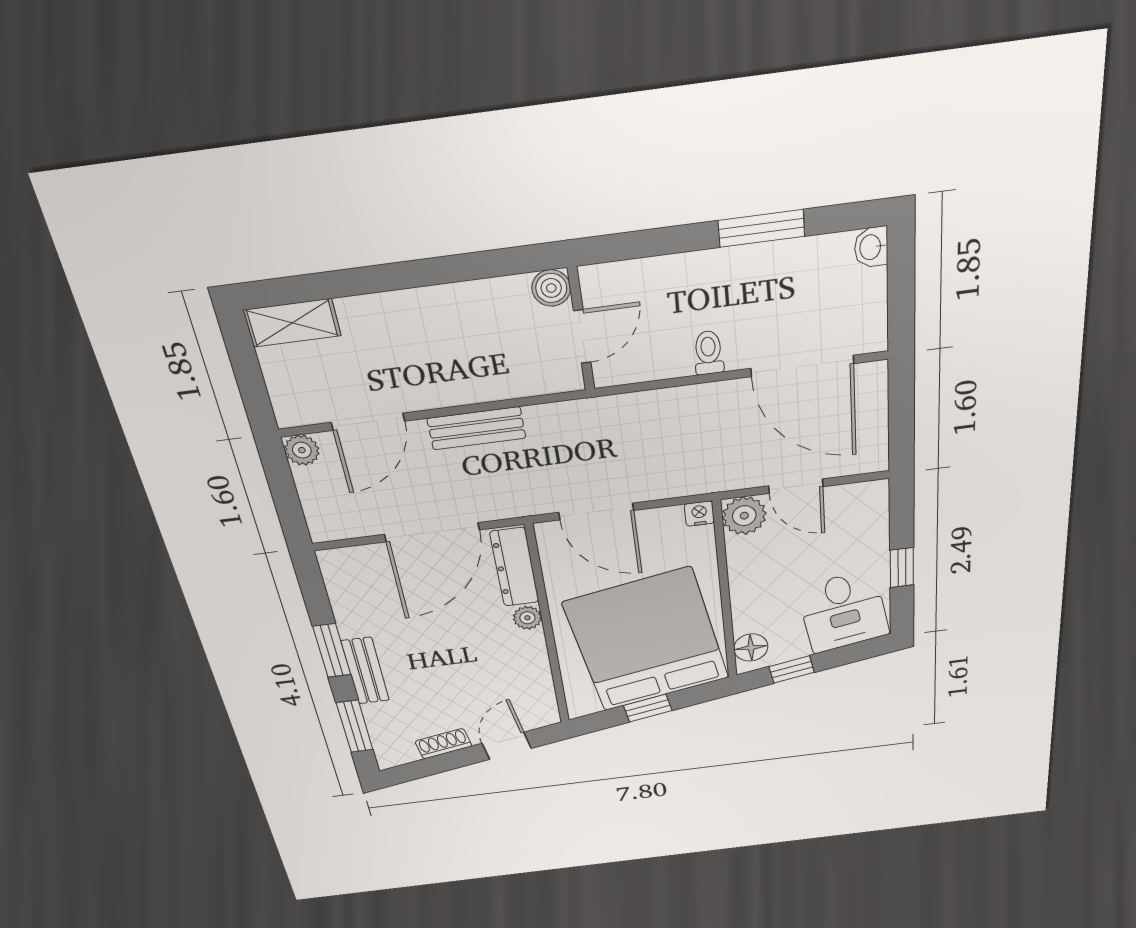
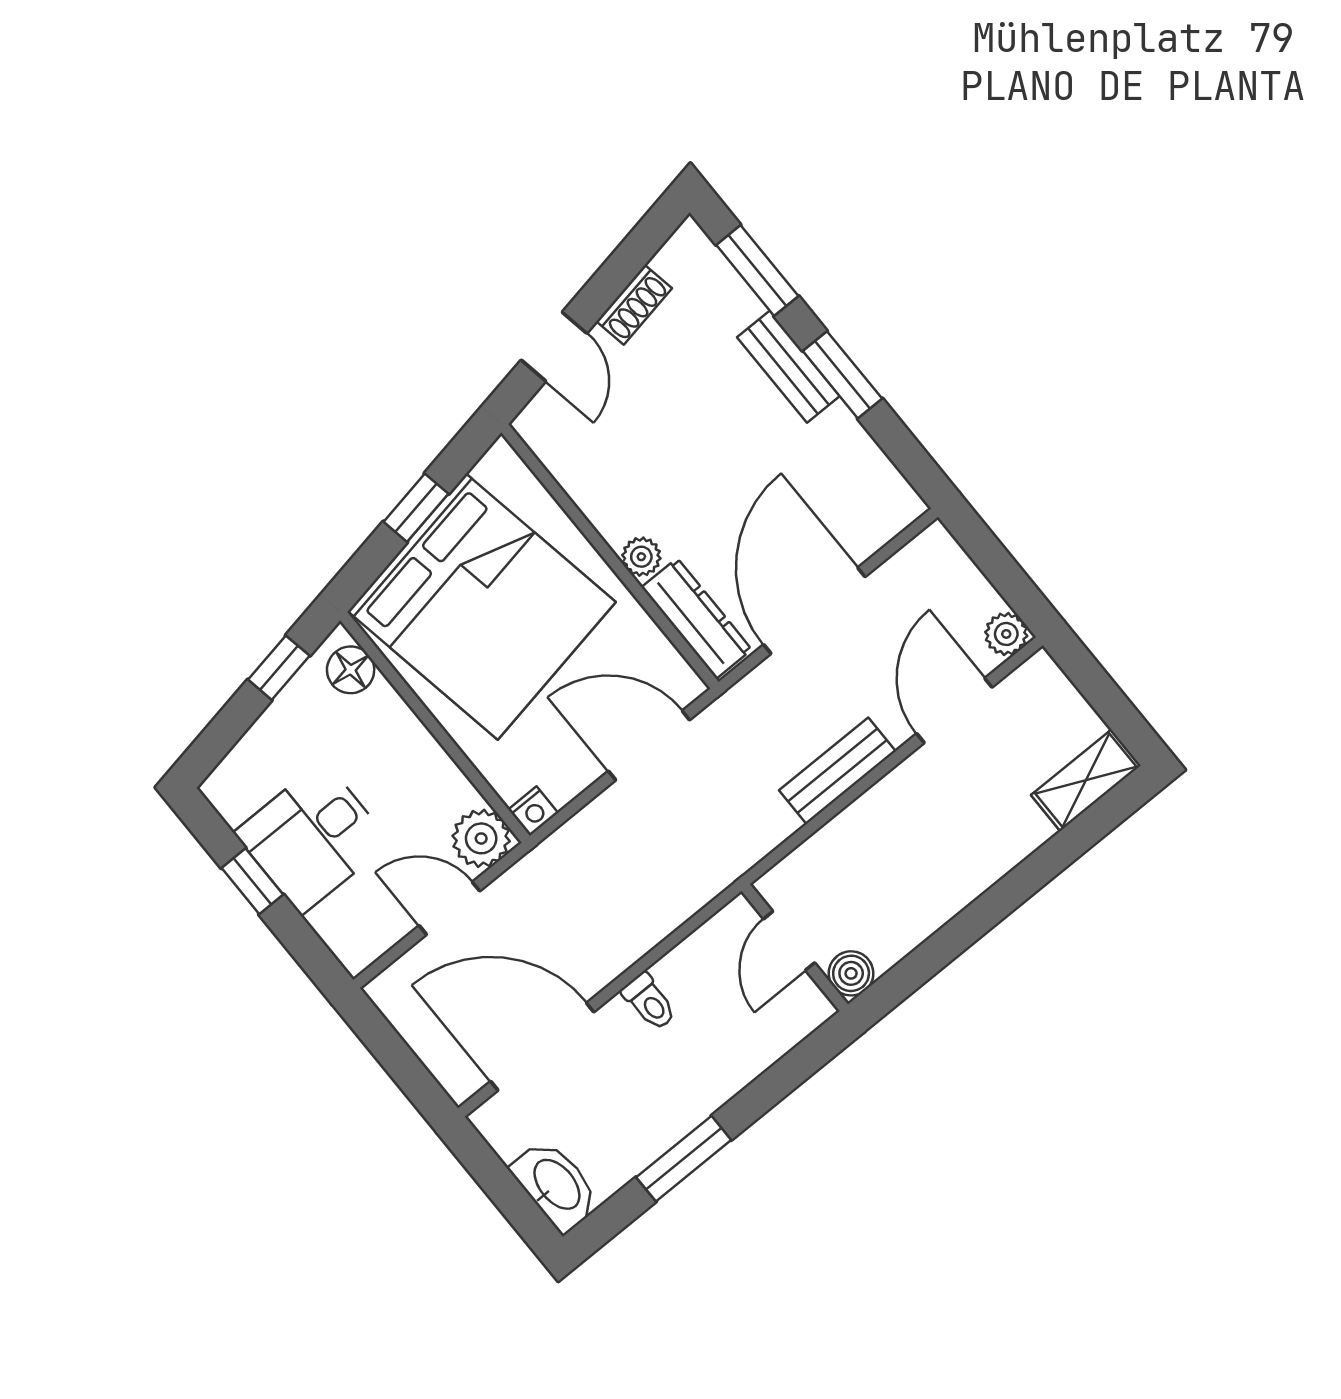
washbasin: (871, 247) -> (556, 1185), width x1.91, depth x1.45
desk: (843, 611) -> (312, 837), moved, turned -80

